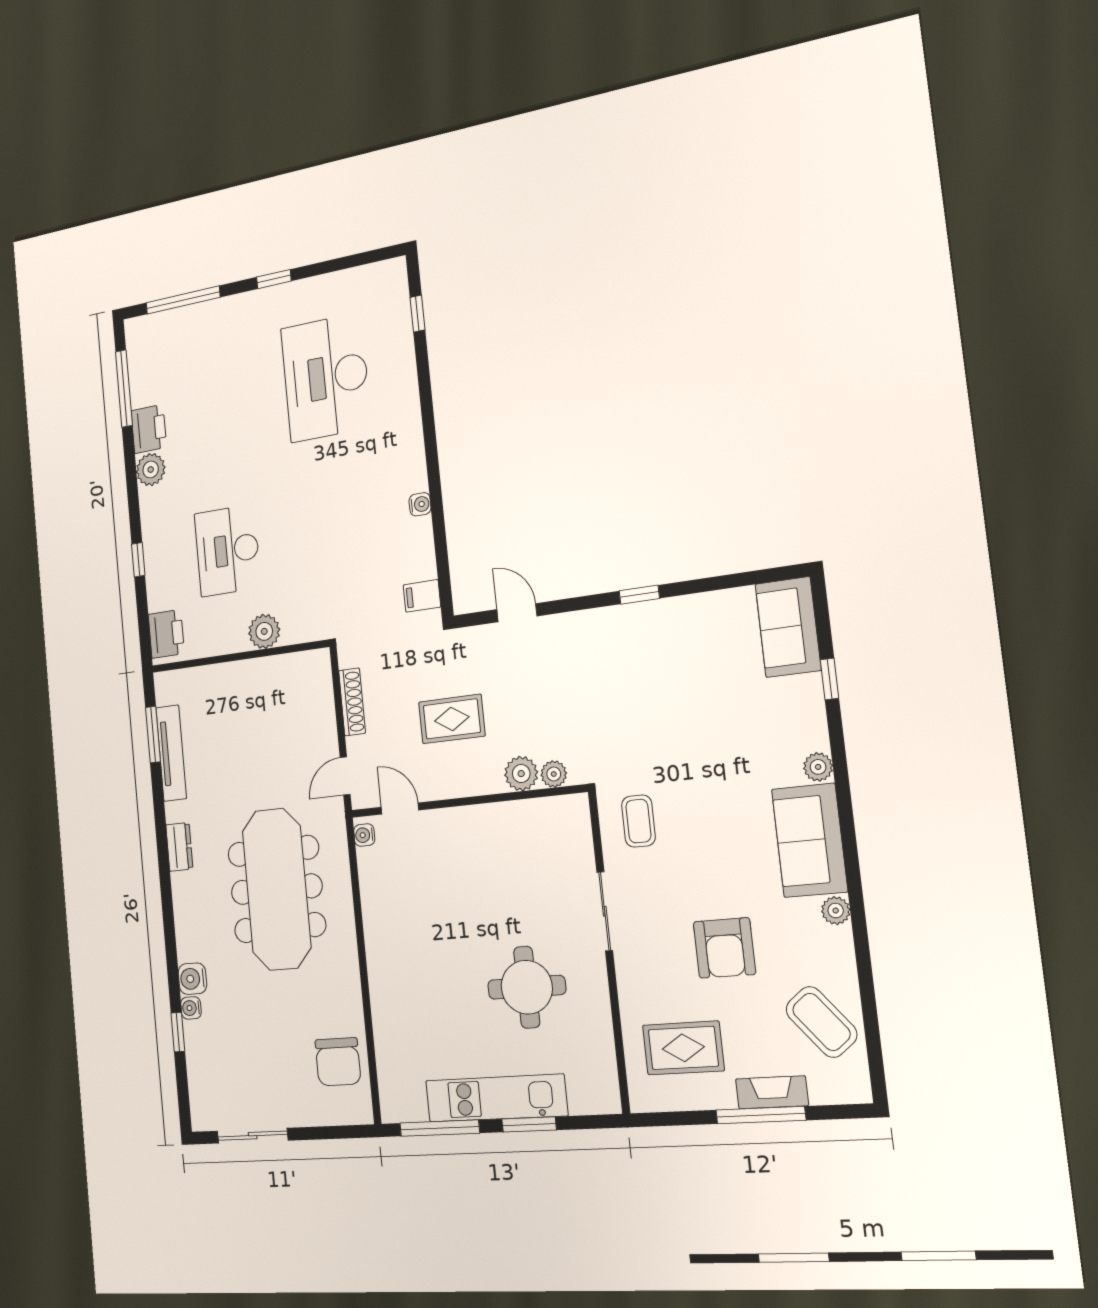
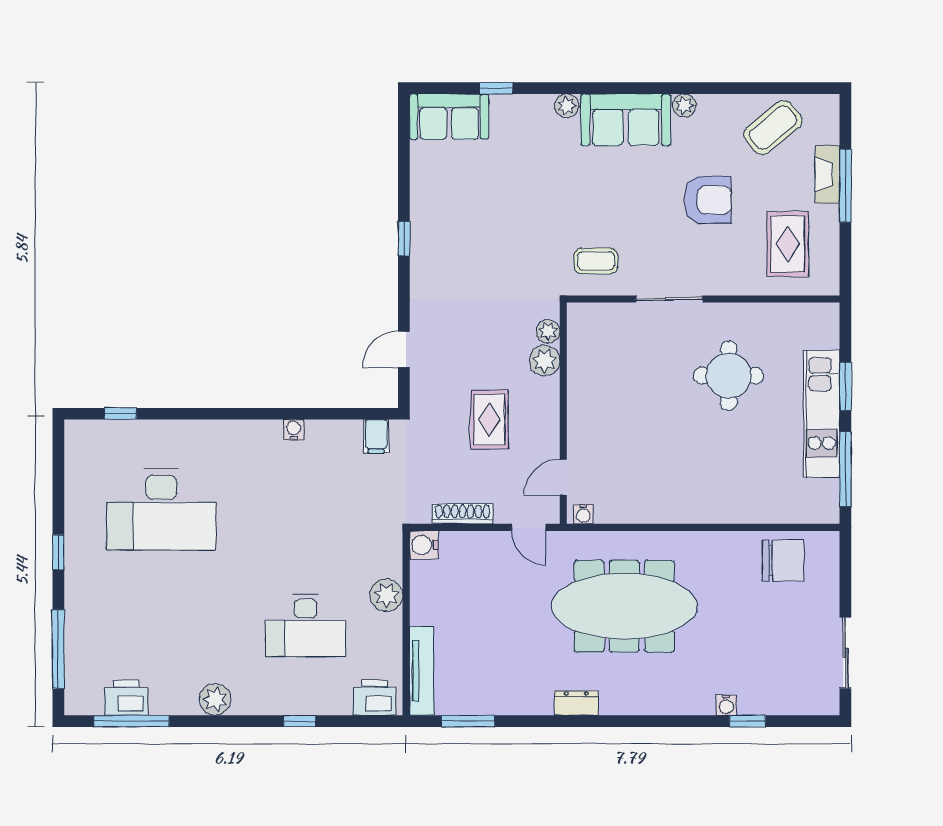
printer: (149, 429) -> (126, 698), moved
tv unit: (171, 753) -> (422, 671), moved, turned 90
water cooler: (192, 979) -> (424, 545), moved, turned 90

